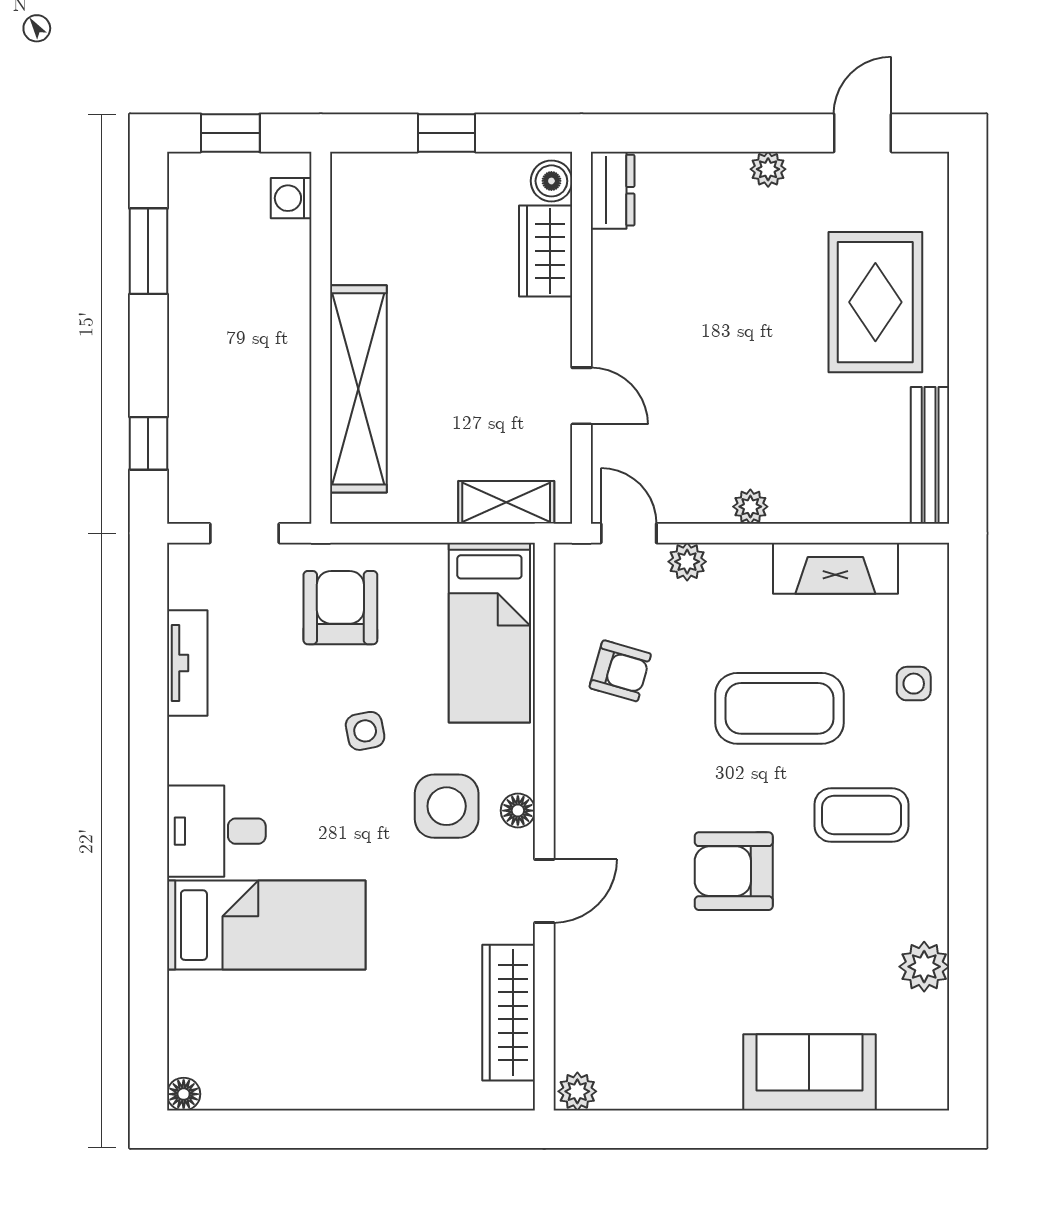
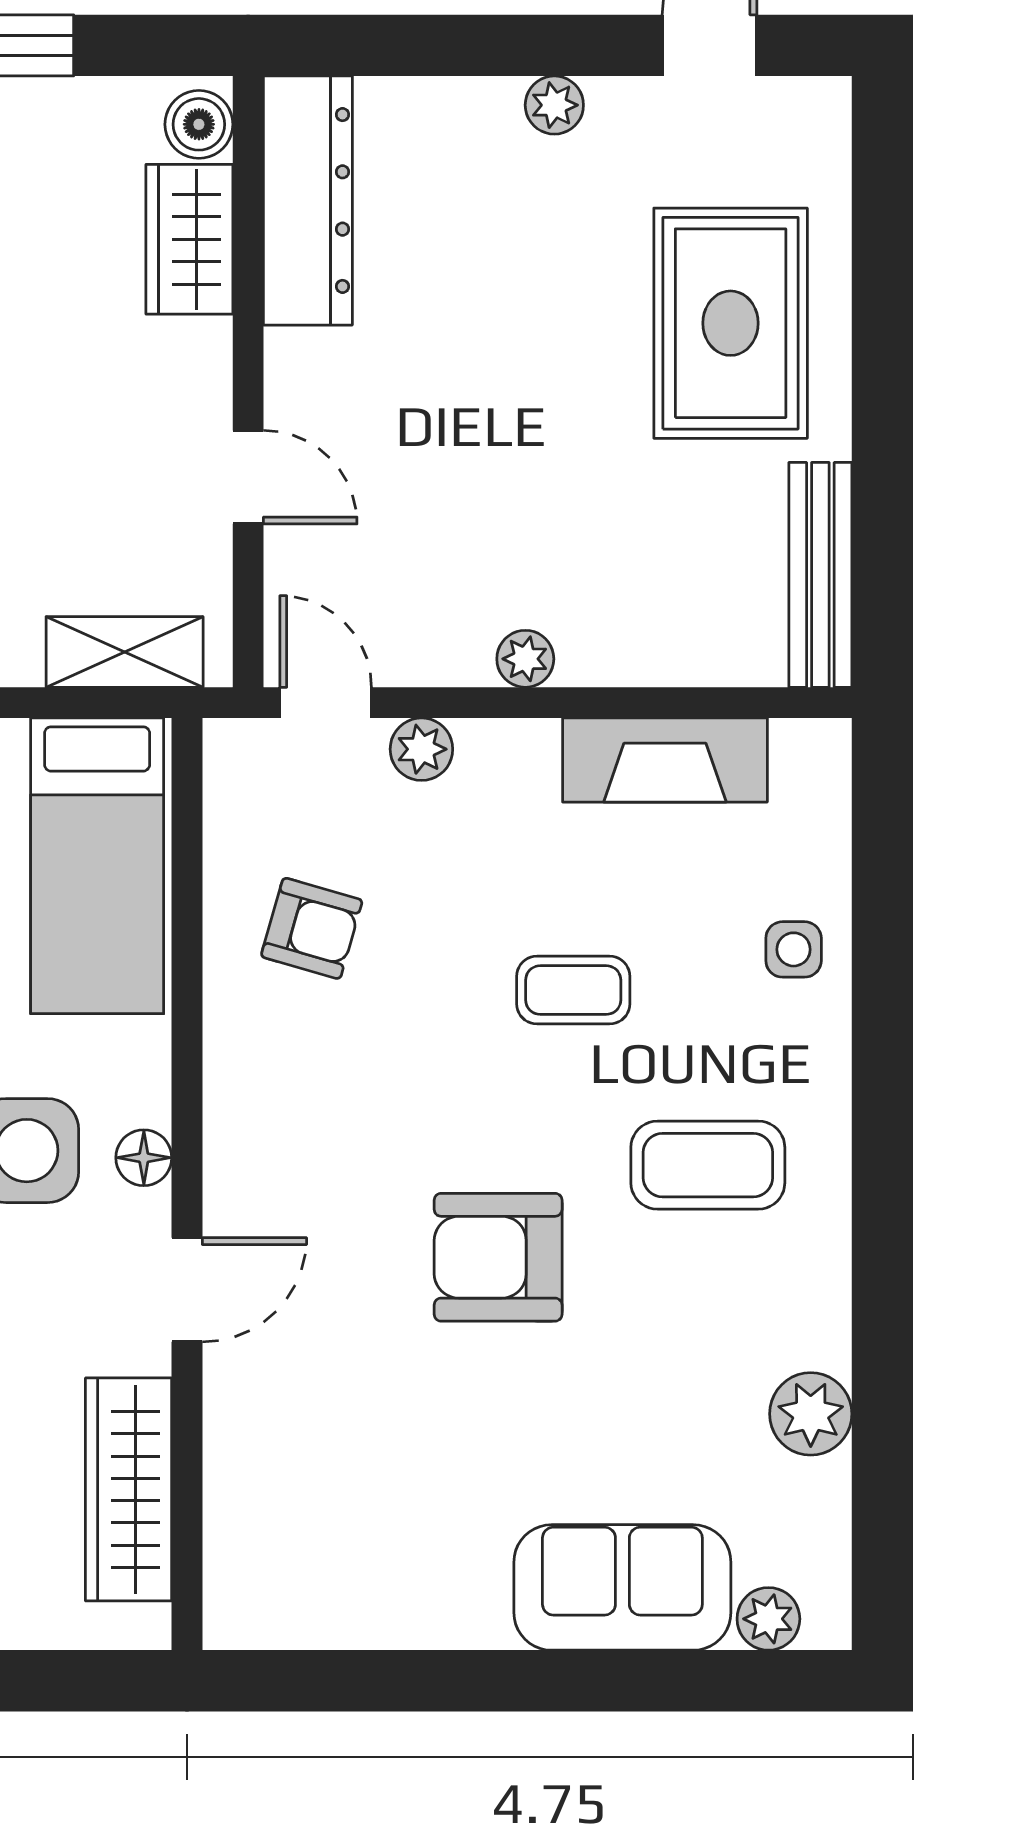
dresser: (613, 190) -> (308, 200), width x1.96, depth x1.24
coffee table: (780, 708) -> (573, 990), width x0.54, depth x0.58
plant: (577, 1091) -> (768, 1619), moved

